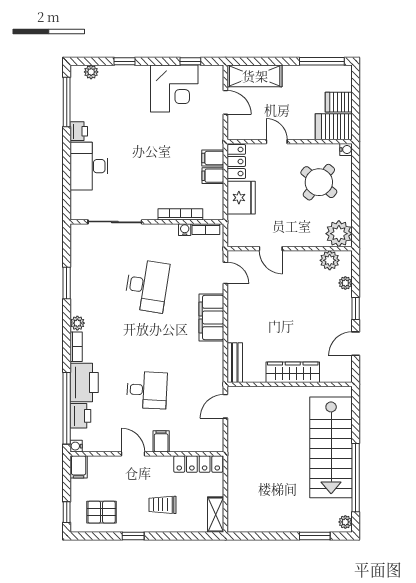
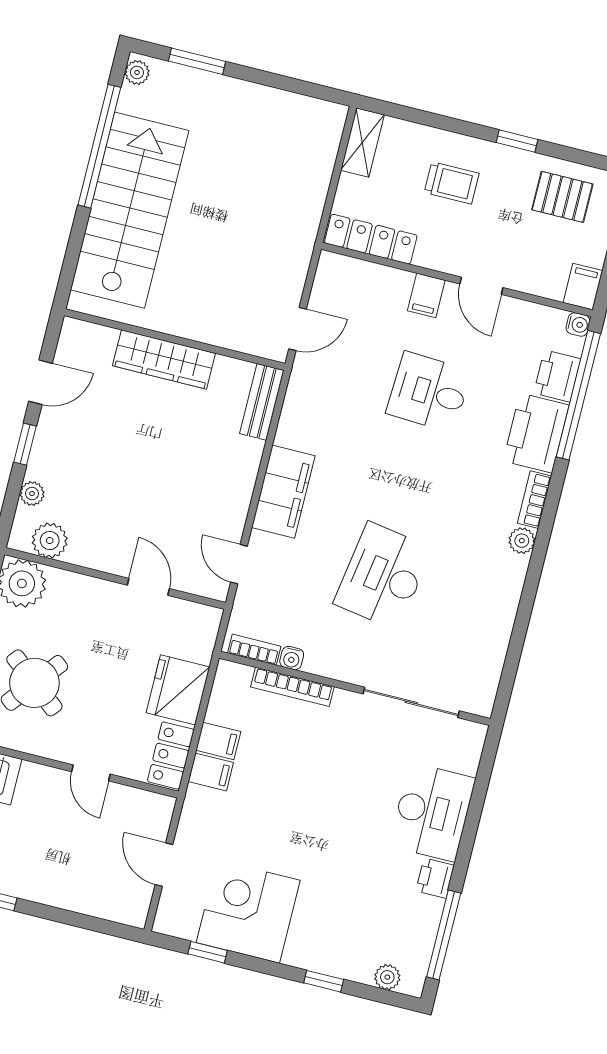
shelving: (255, 76) -> (101, 898), removed
window: (67, 283) -> (523, 616), removed

